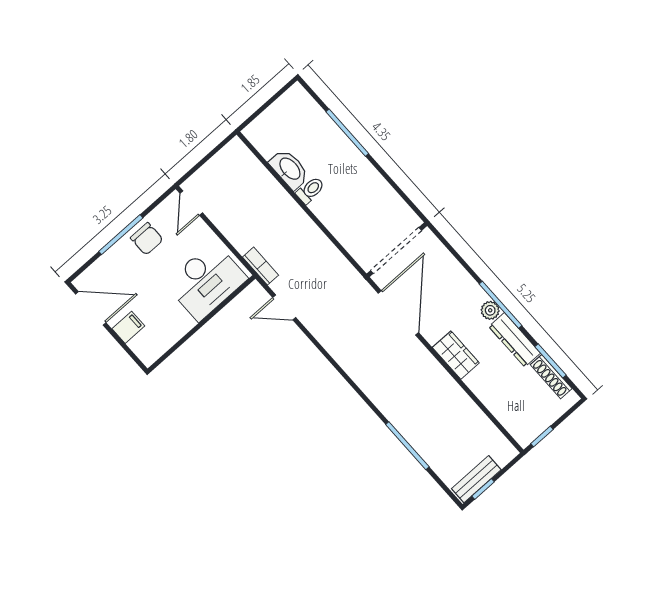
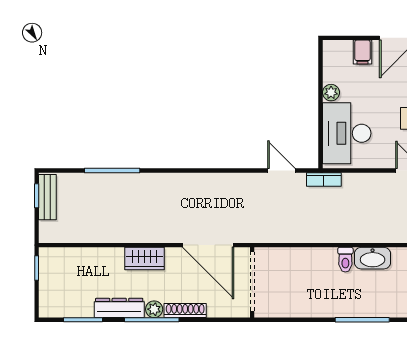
door: (284, 307) -> (281, 171), hinge flipped
plant: (184, 324) -> (331, 93), added
shoe rack: (551, 377) -> (185, 311), moved

